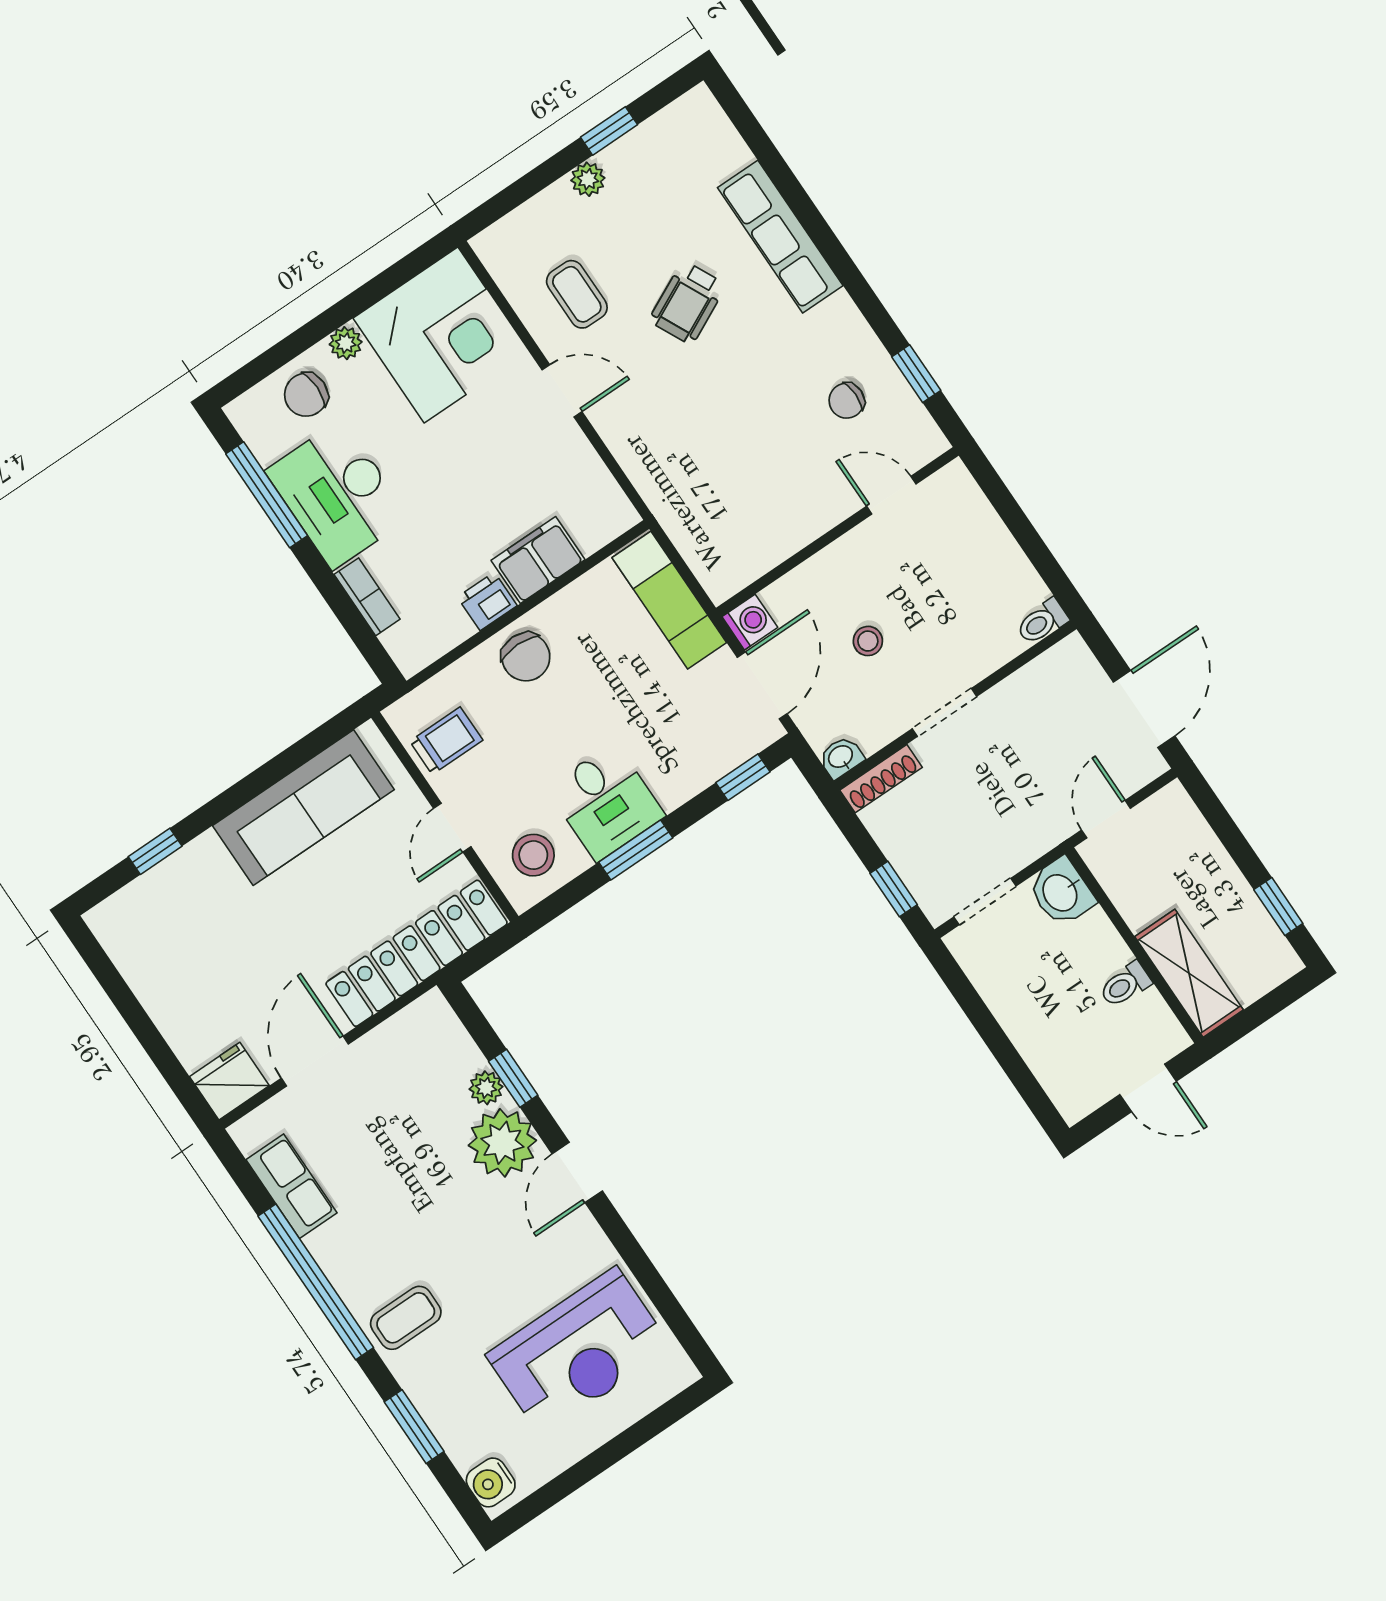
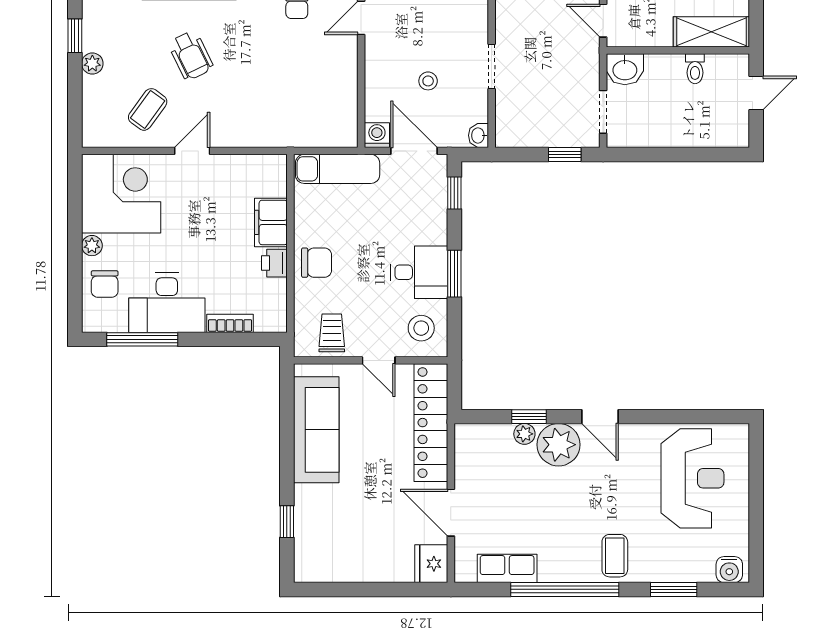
coffee table: (577, 294) -> (148, 109), turned -54
shoe rack: (881, 779) -> (503, 122), removed

